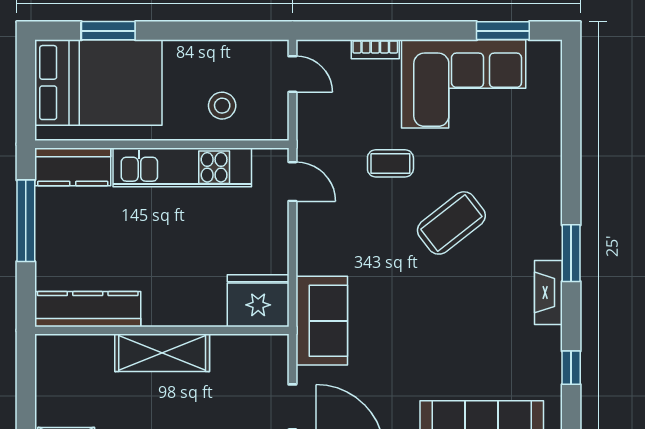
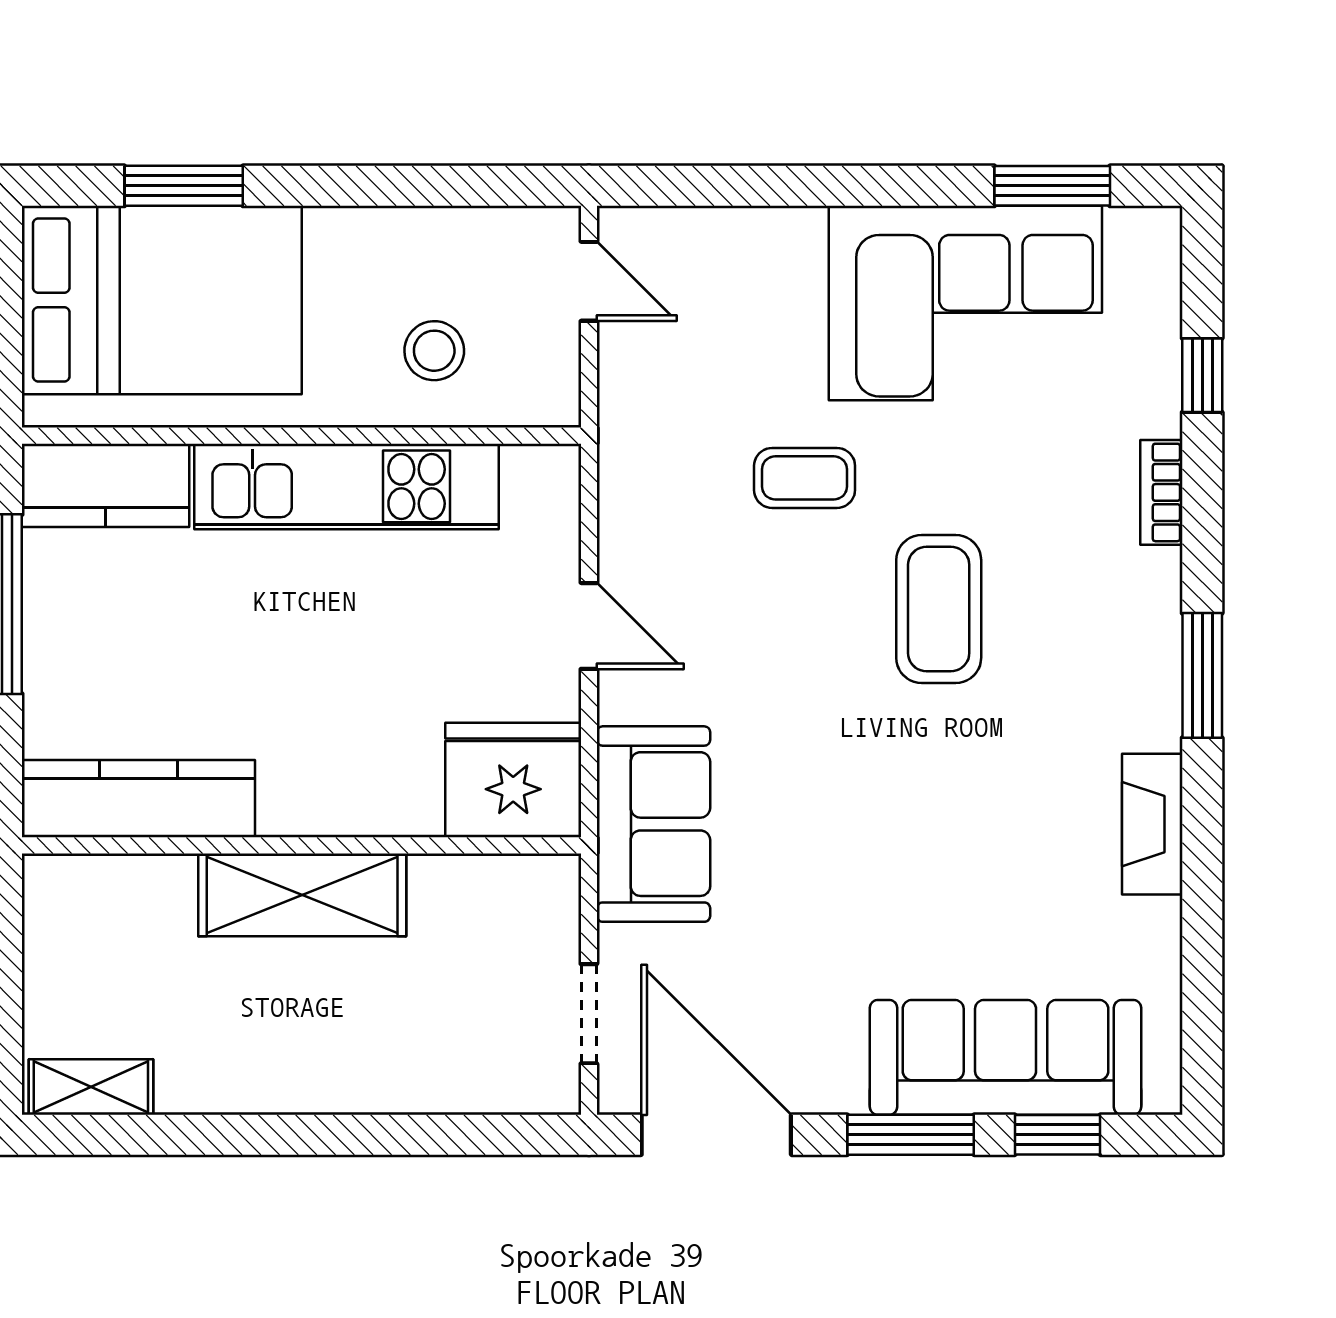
bookcase: (375, 49) -> (1161, 492), moved, turned 90
door: (292, 182) -> (589, 626), moved
coffee table: (451, 223) -> (939, 609), turned -52
fireplace: (548, 292) -> (1152, 824), moved
window: (571, 368) -> (1202, 375), moved

